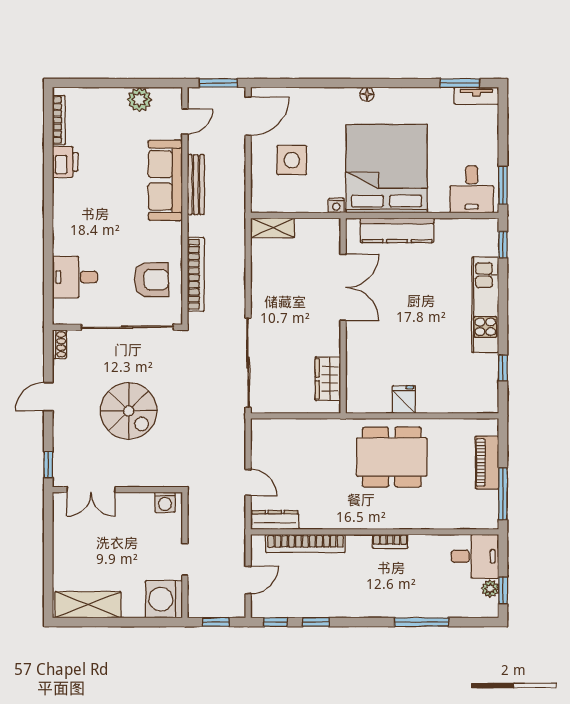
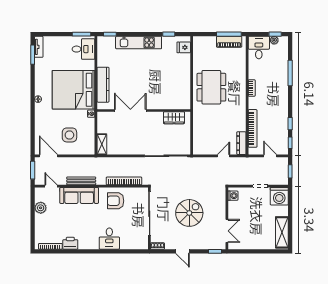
desk: (75, 277) -> (109, 239), moved
armchair: (151, 280) -> (116, 201), moved, turned -90
fridge: (404, 399) -> (184, 47), moved
piano: (487, 462) -> (229, 42), moved

